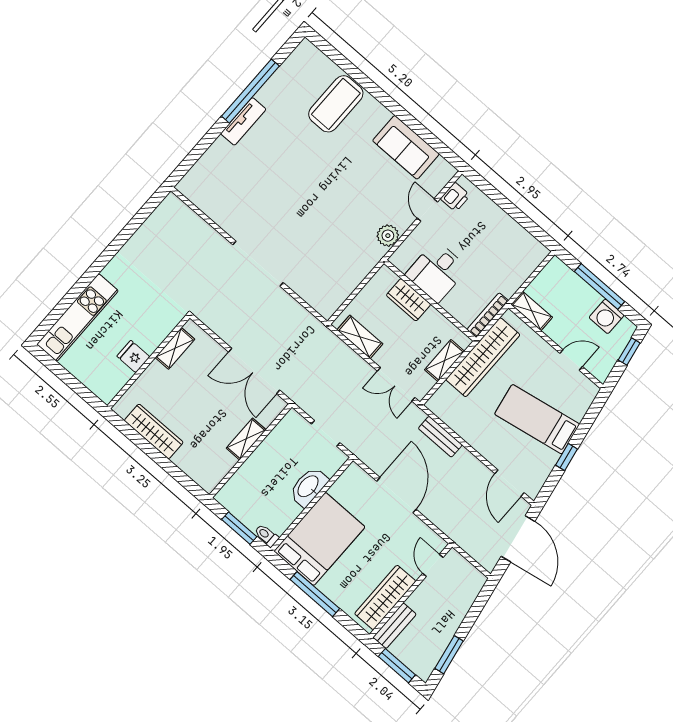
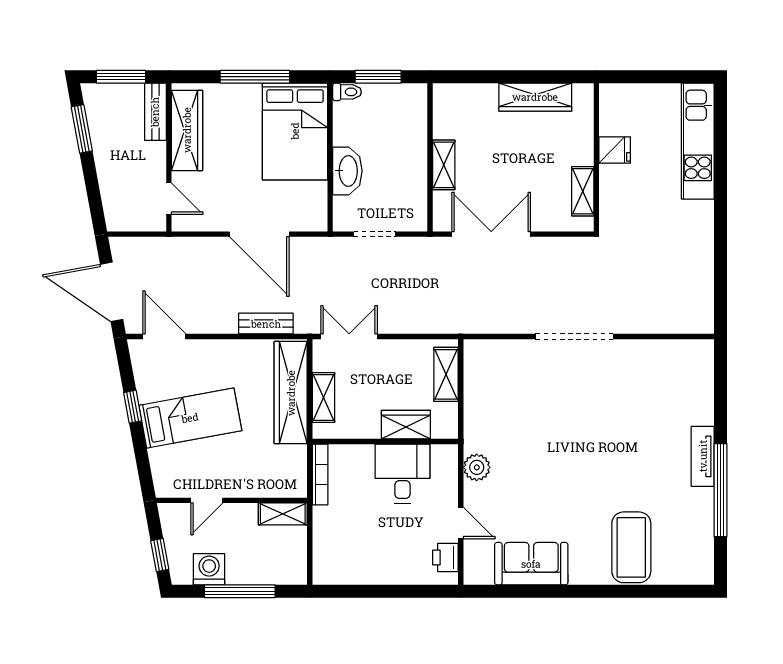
shelving: (360, 337) -> (446, 374), moved, turned 90
wardrobe: (483, 357) -> (291, 393), moved

